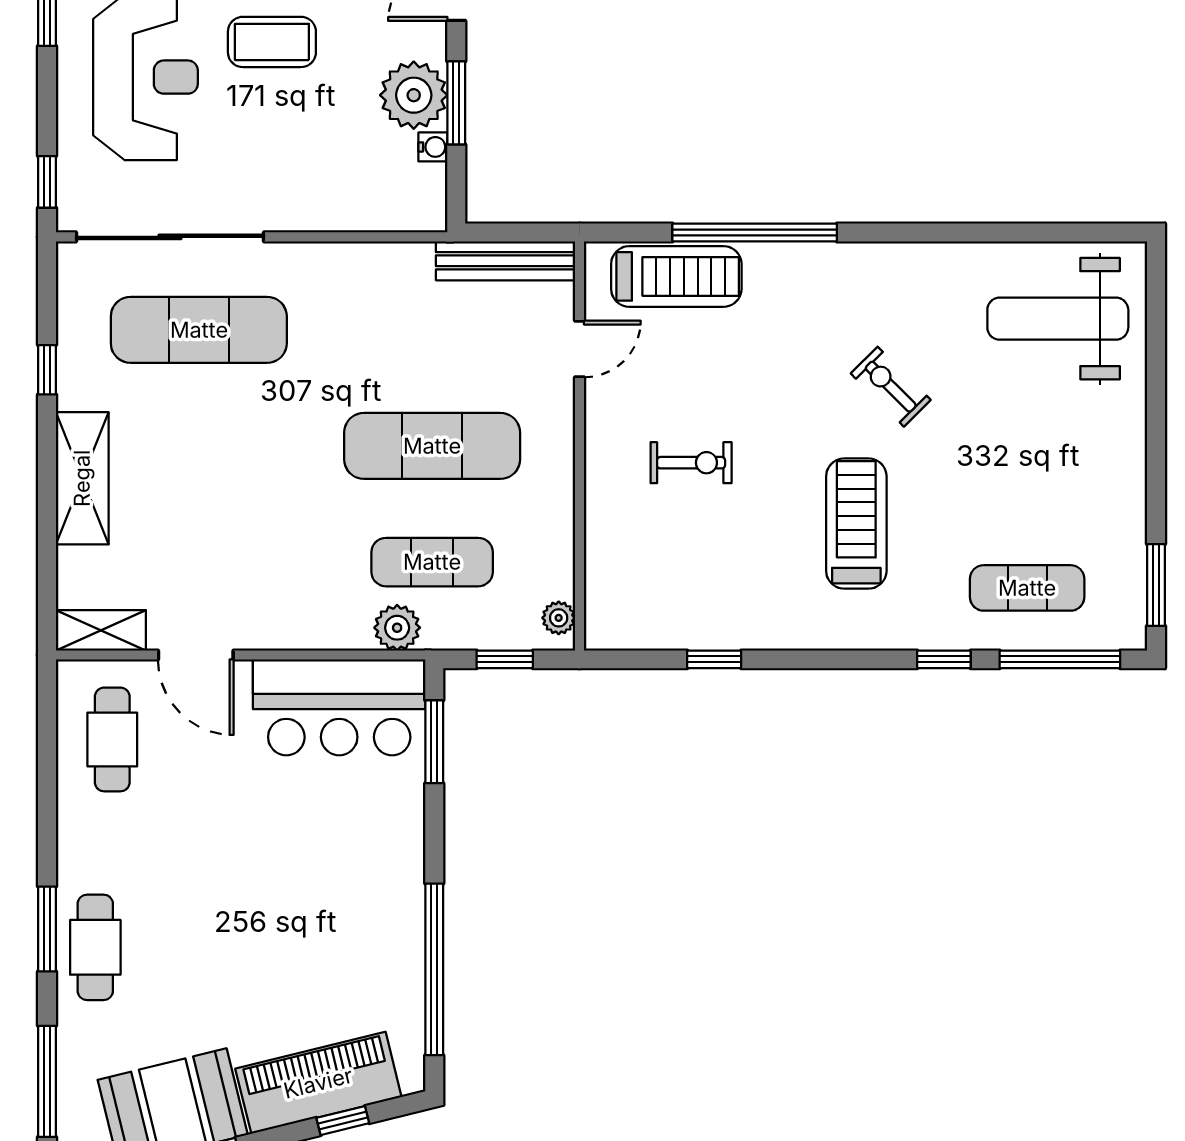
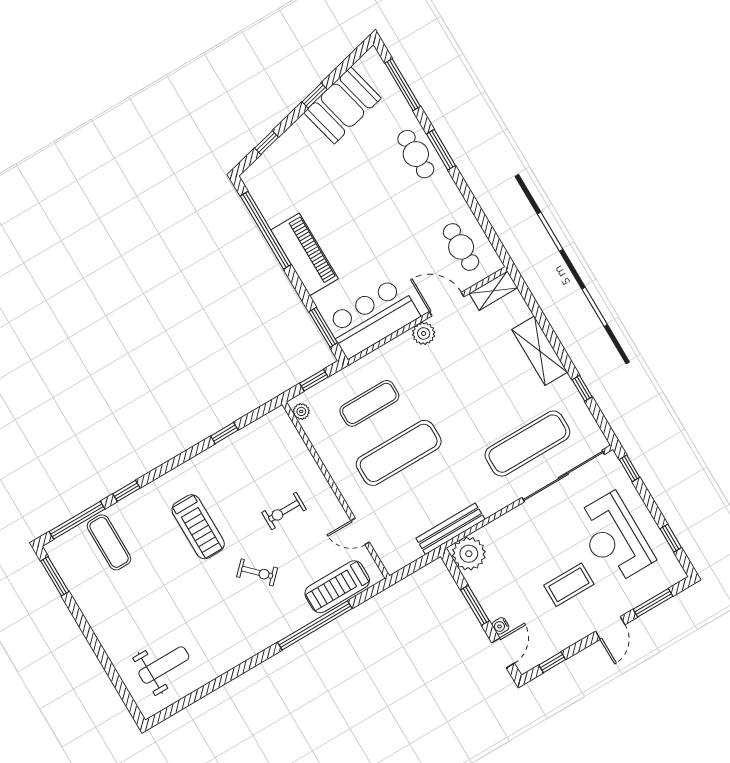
plant: (414, 95) -> (469, 554), moved
water cooler: (433, 147) -> (500, 626), moved
bench: (506, 261) -> (450, 529), moved
weight bench: (1058, 319) -> (164, 665), width x0.73, depth x0.75
door: (580, 349) -> (360, 531), hinge flipped
exercise bike: (891, 387) -> (257, 572), moved
exercise mat: (1027, 588) -> (109, 542), turned 90
plant: (397, 628) -> (424, 333), moved
piano: (318, 1083) -> (304, 254), moved, turned -76

